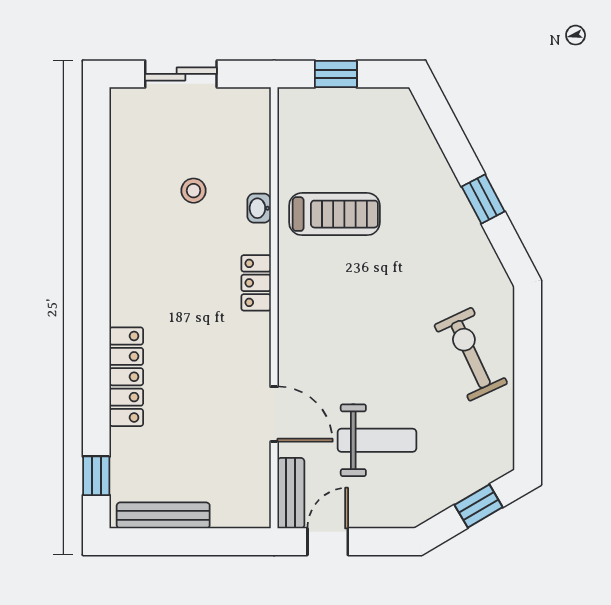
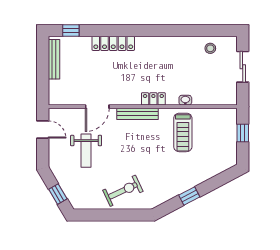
stool: (194, 191) -> (210, 48), moved
bench: (291, 493) -> (138, 114), moved, width x1.36

